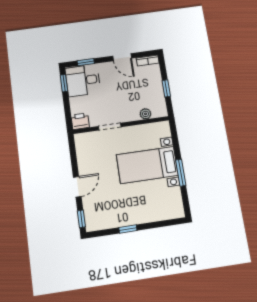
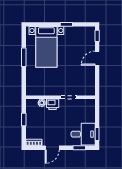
door: (122, 57) -> (52, 148), swing flipped
printer: (80, 121) -> (53, 104), moved
bed with nightstands: (147, 165) -> (46, 47), moved, turned 90

